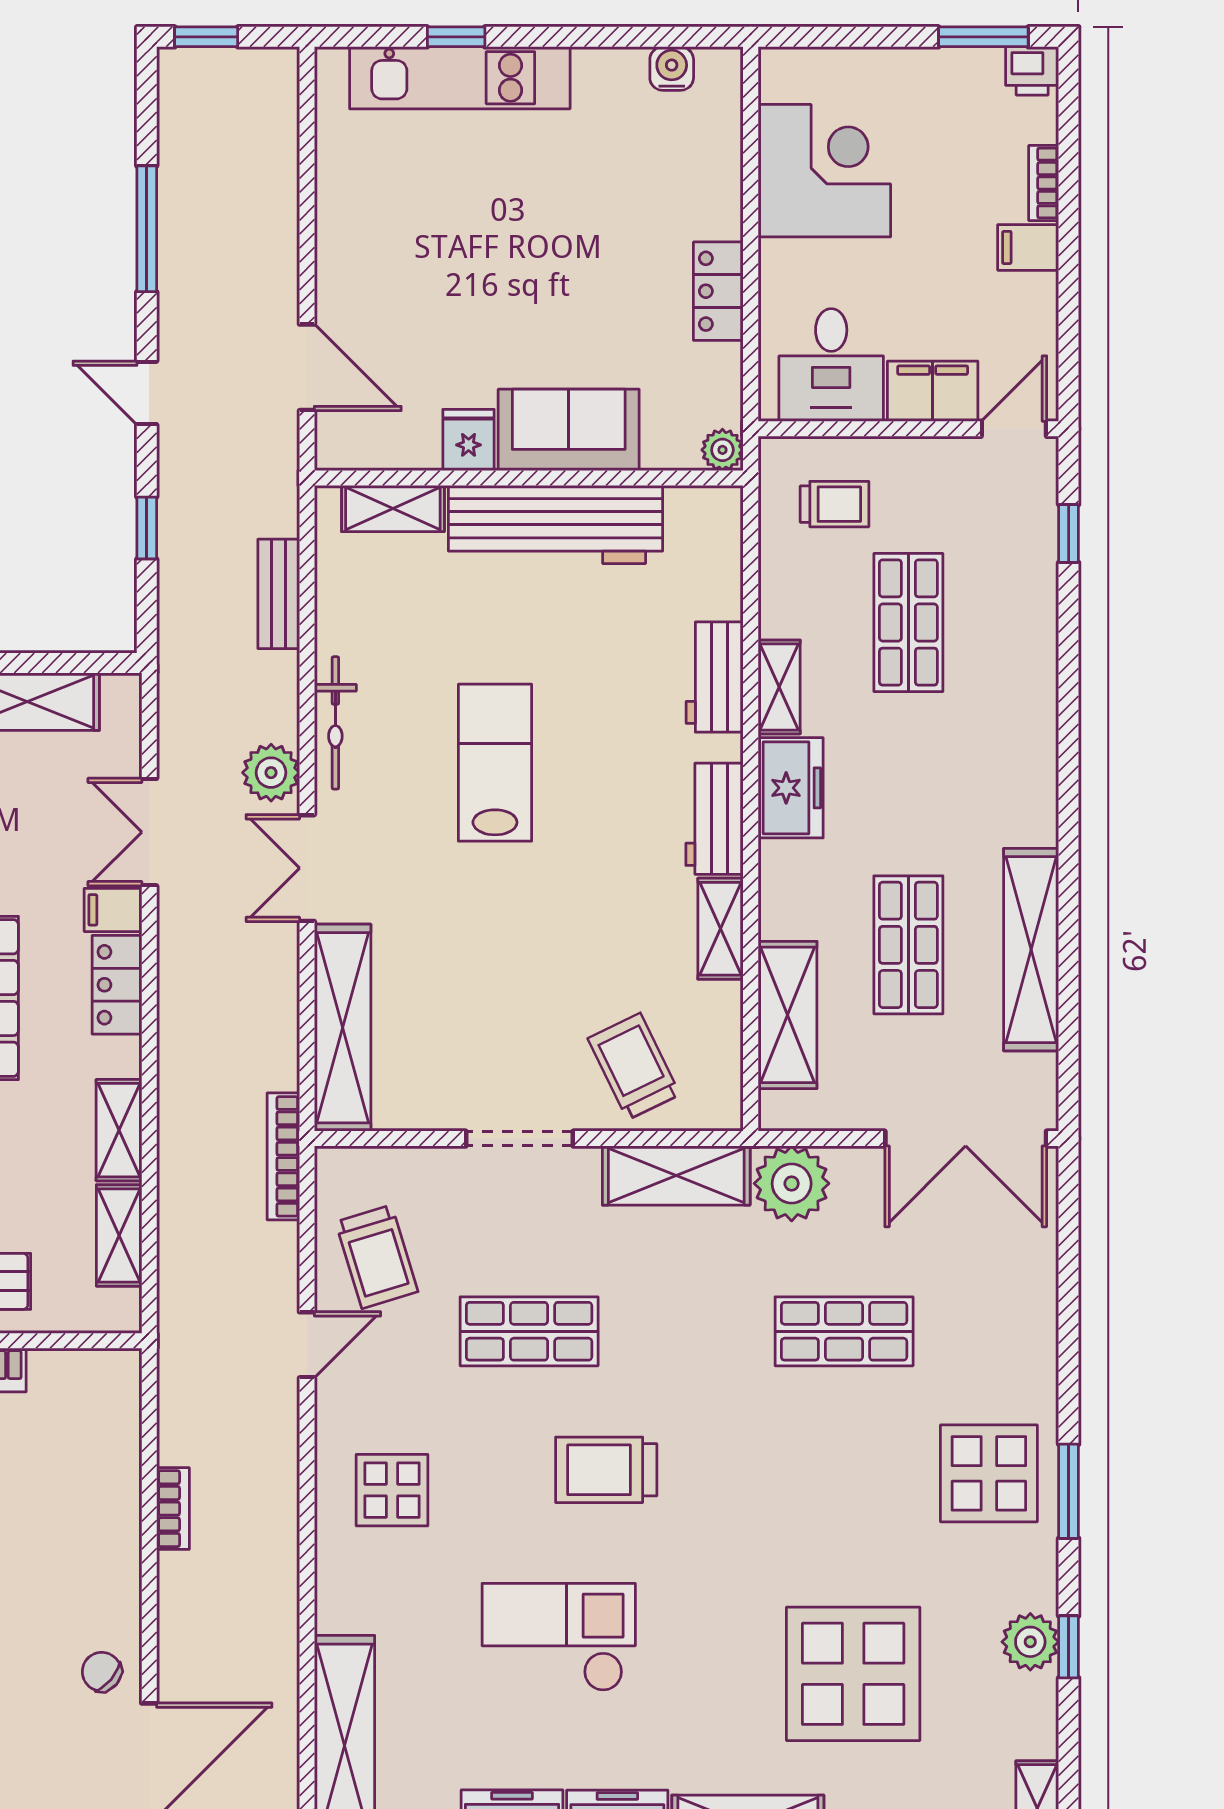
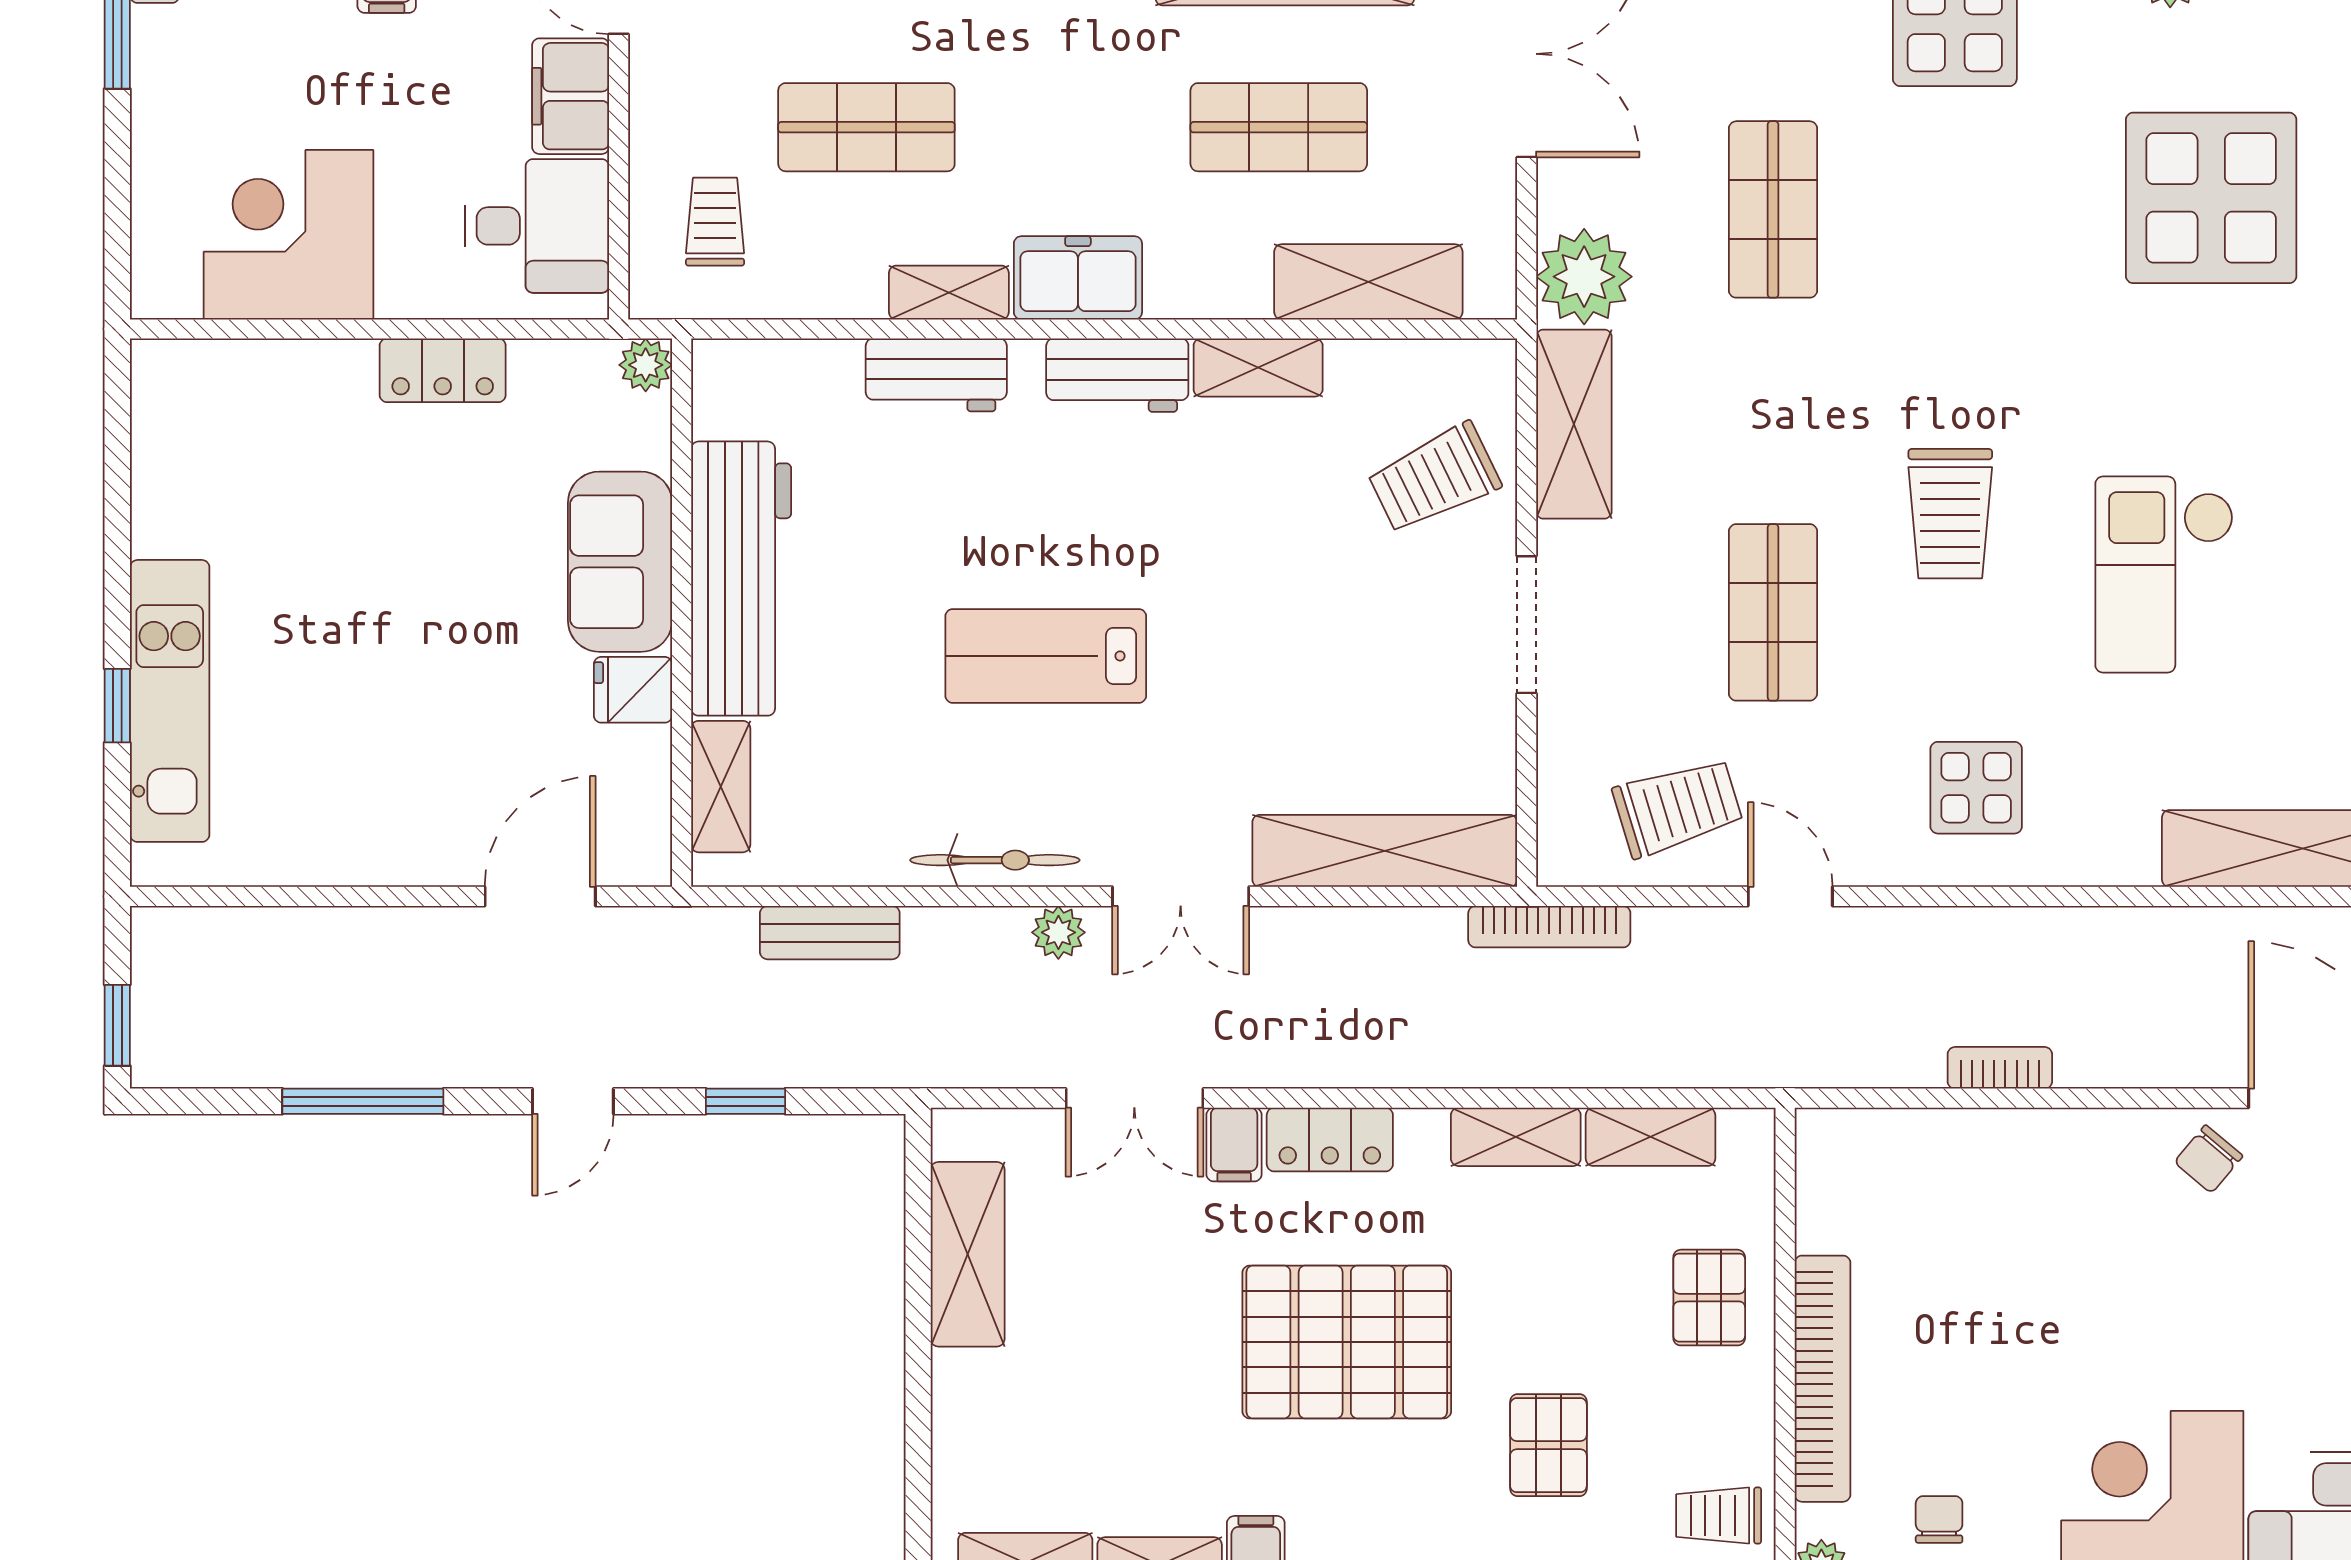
water cooler: (672, 69) -> (158, 430), removed
plant: (271, 773) -> (1058, 932), width x0.73, depth x0.73

